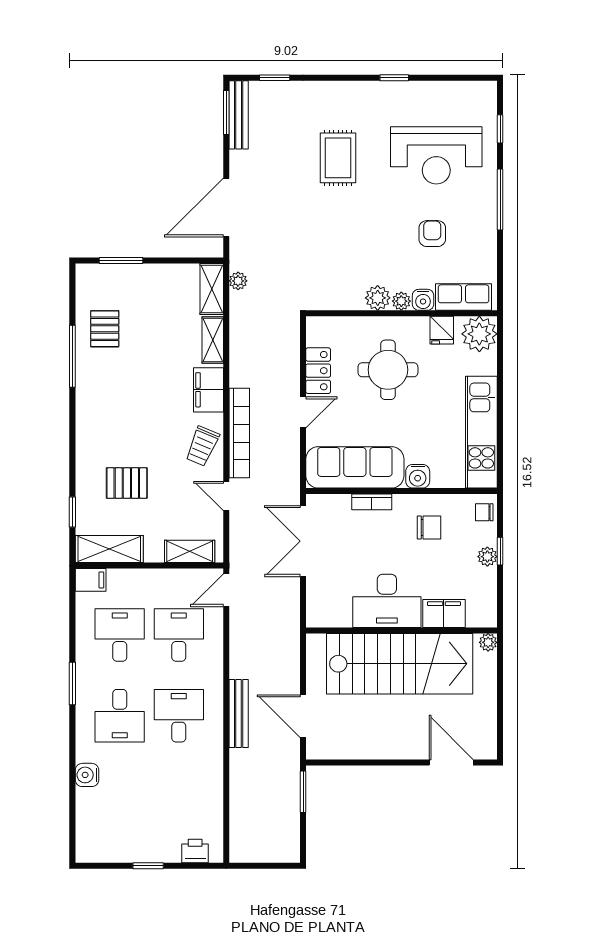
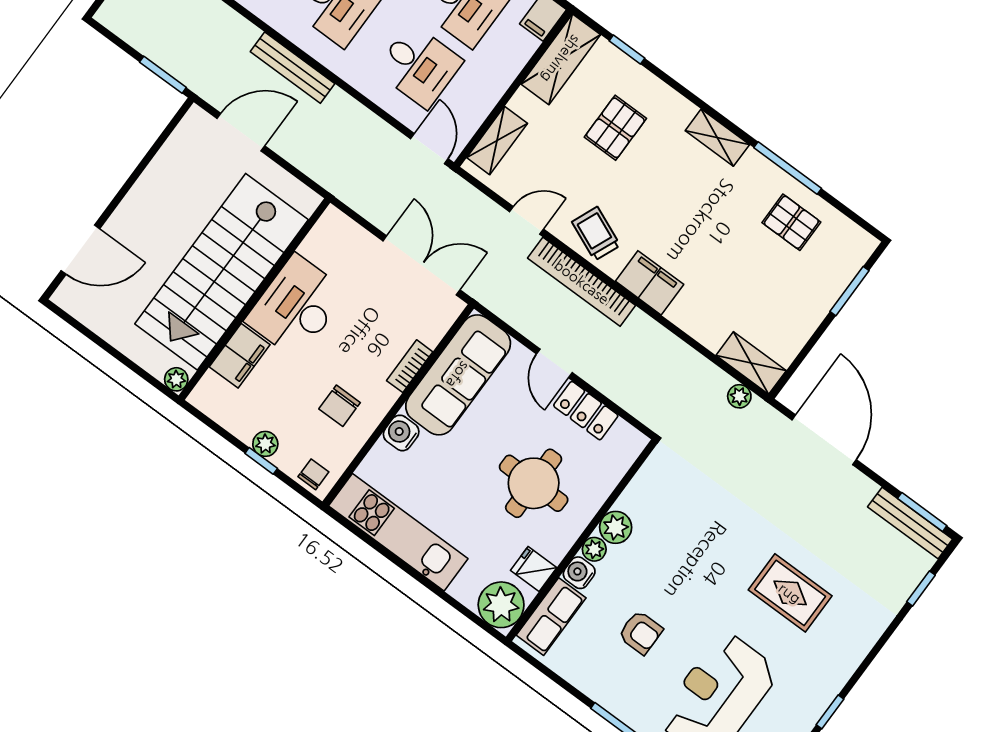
shelving: (213, 340) -> (717, 138), moved

